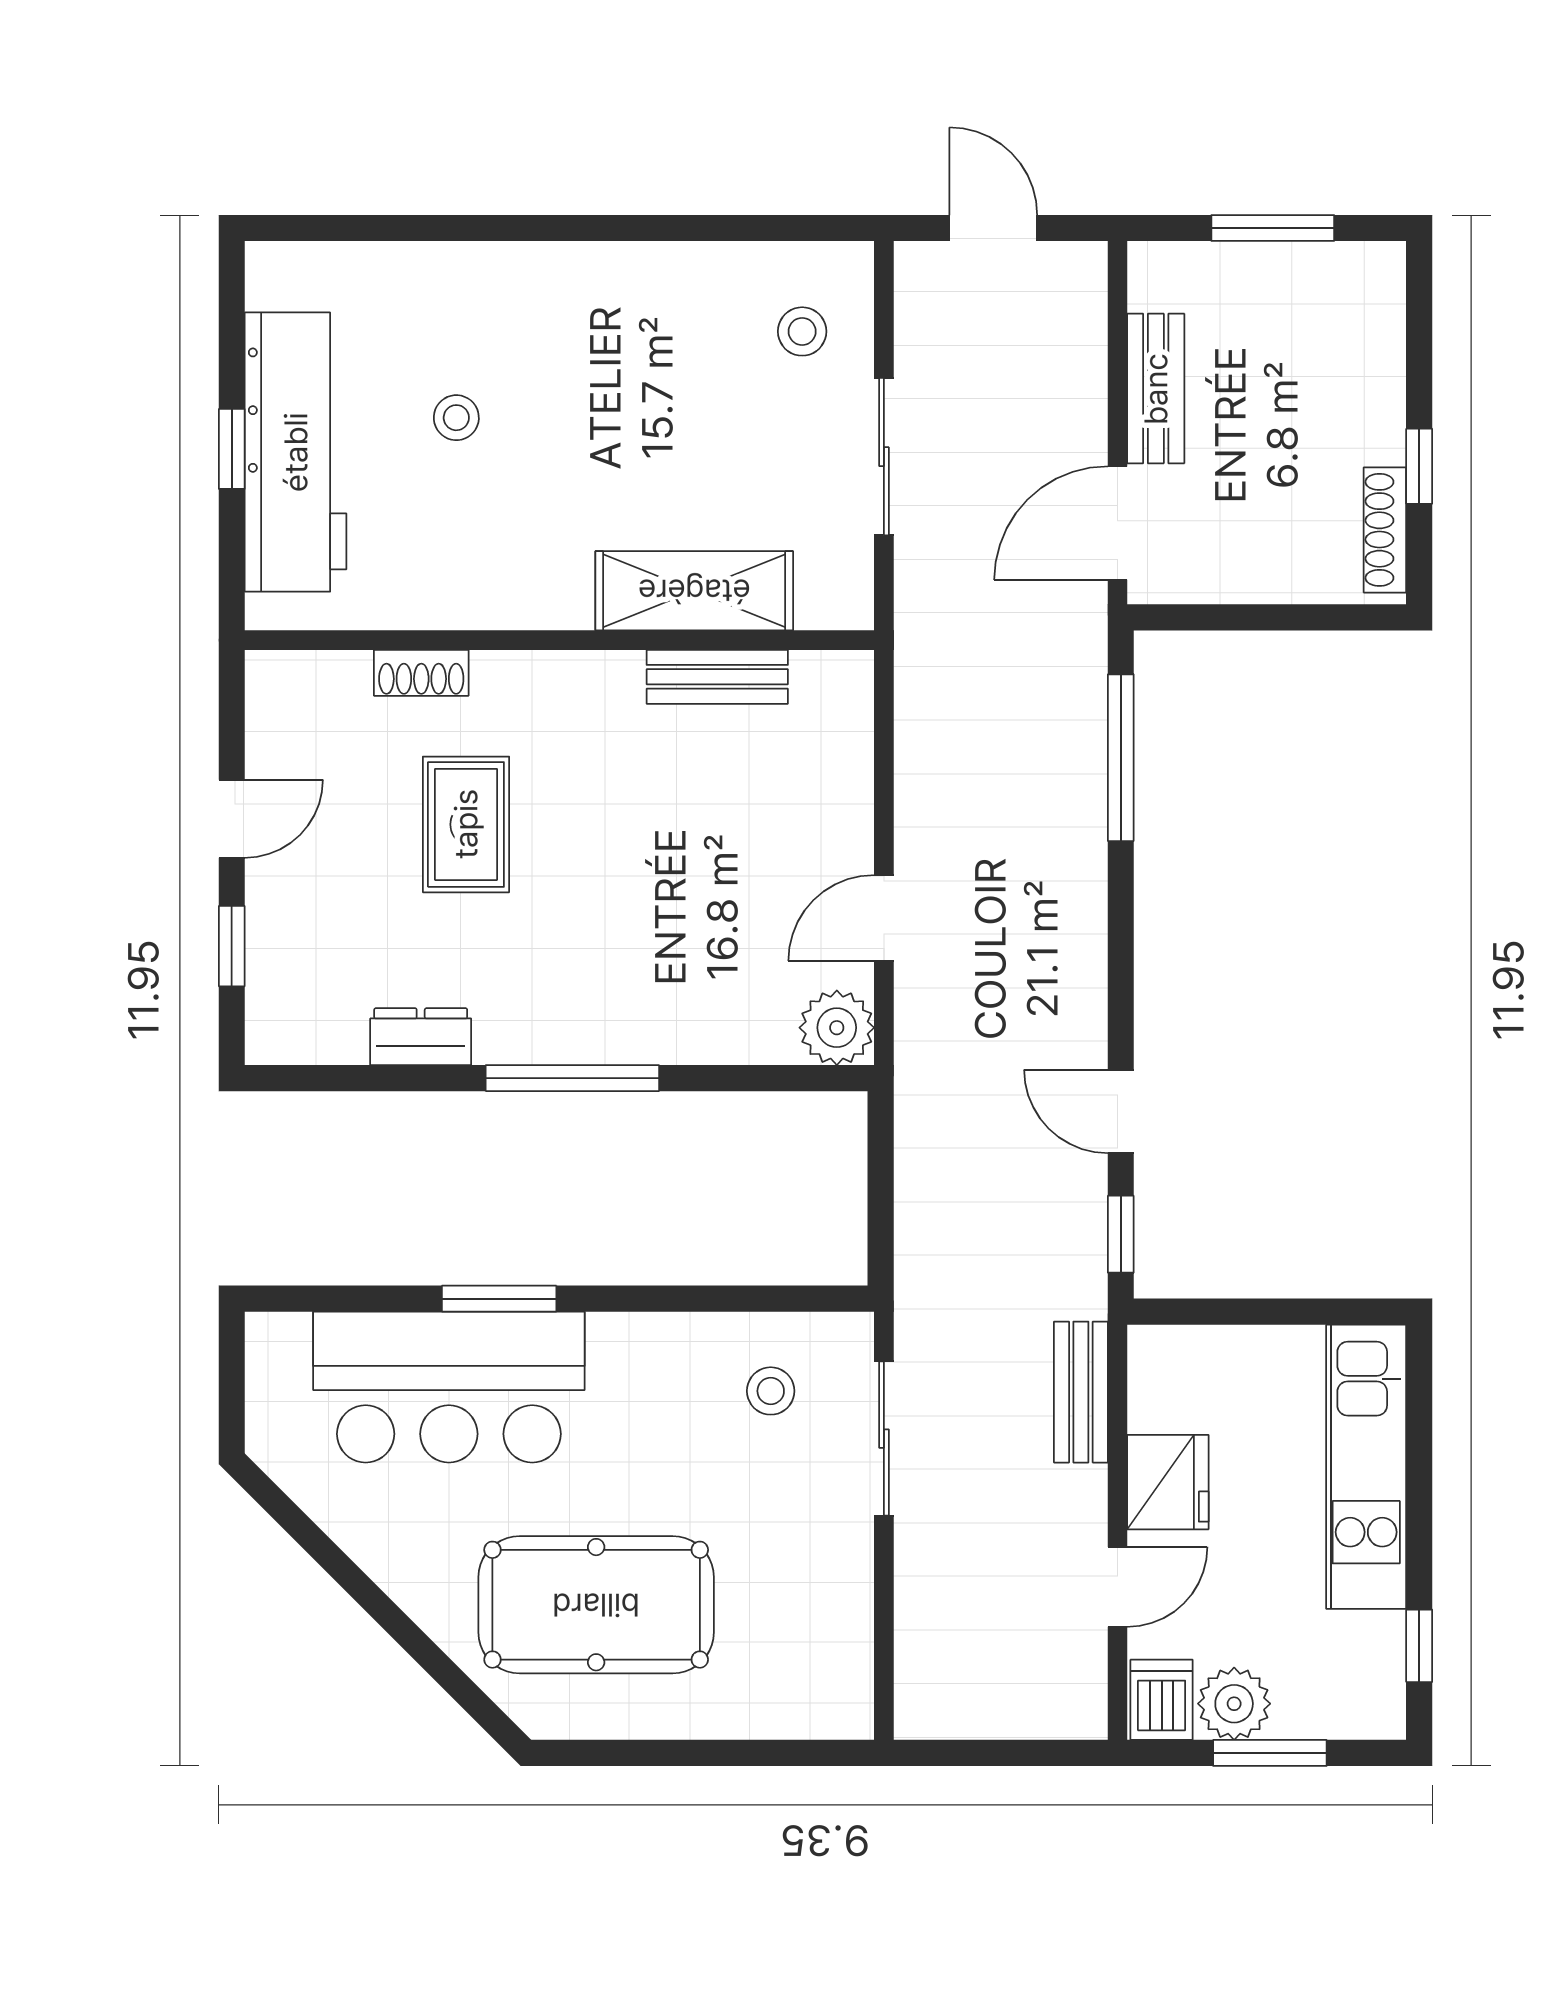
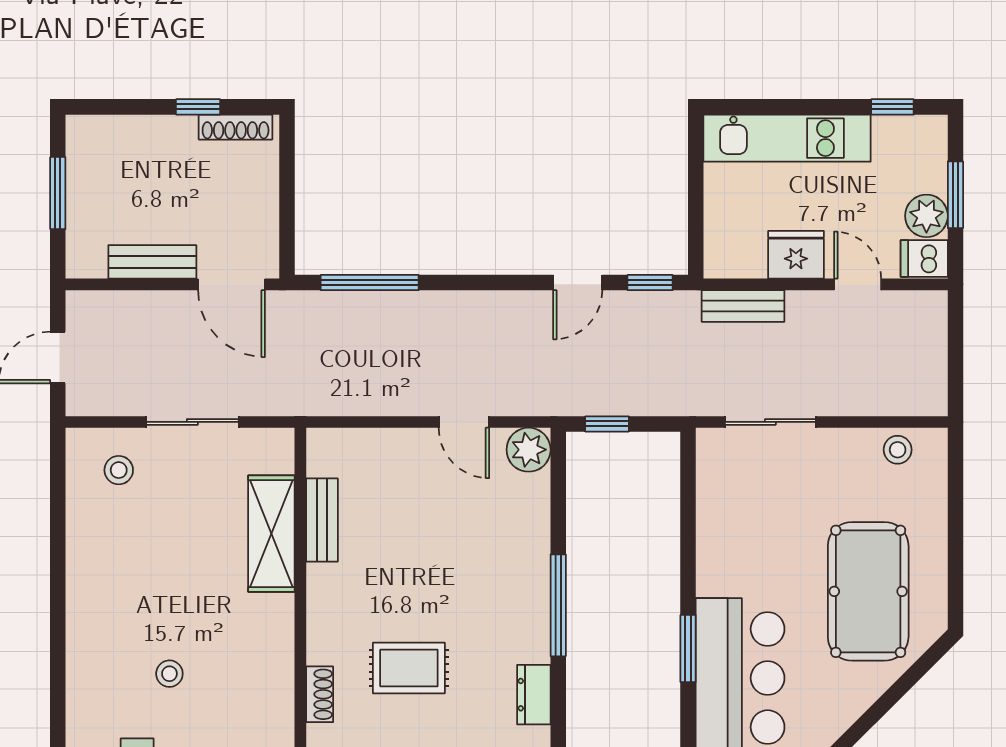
window: (881, 1161) -> (607, 424), added
stool: (771, 1391) -> (898, 450), moved

